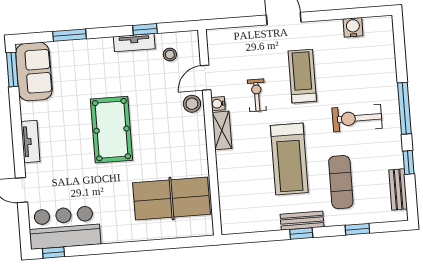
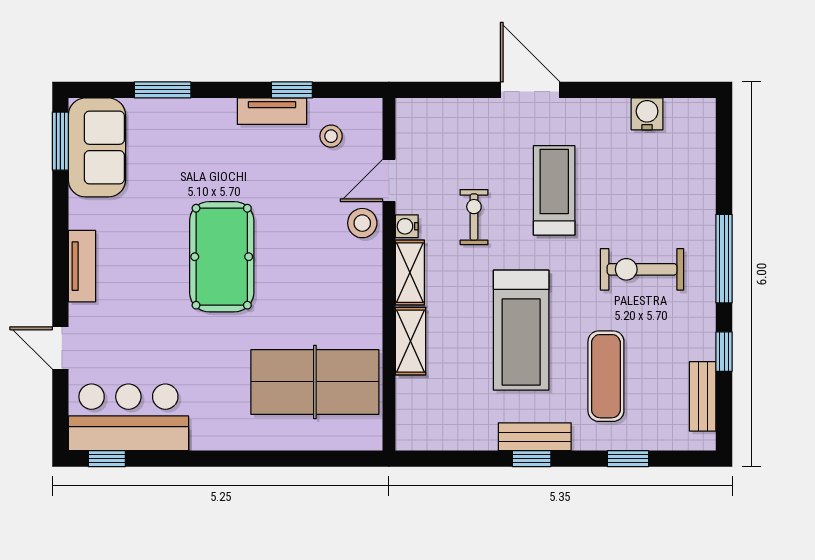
shelving: (225, 170) -> (411, 341), added

